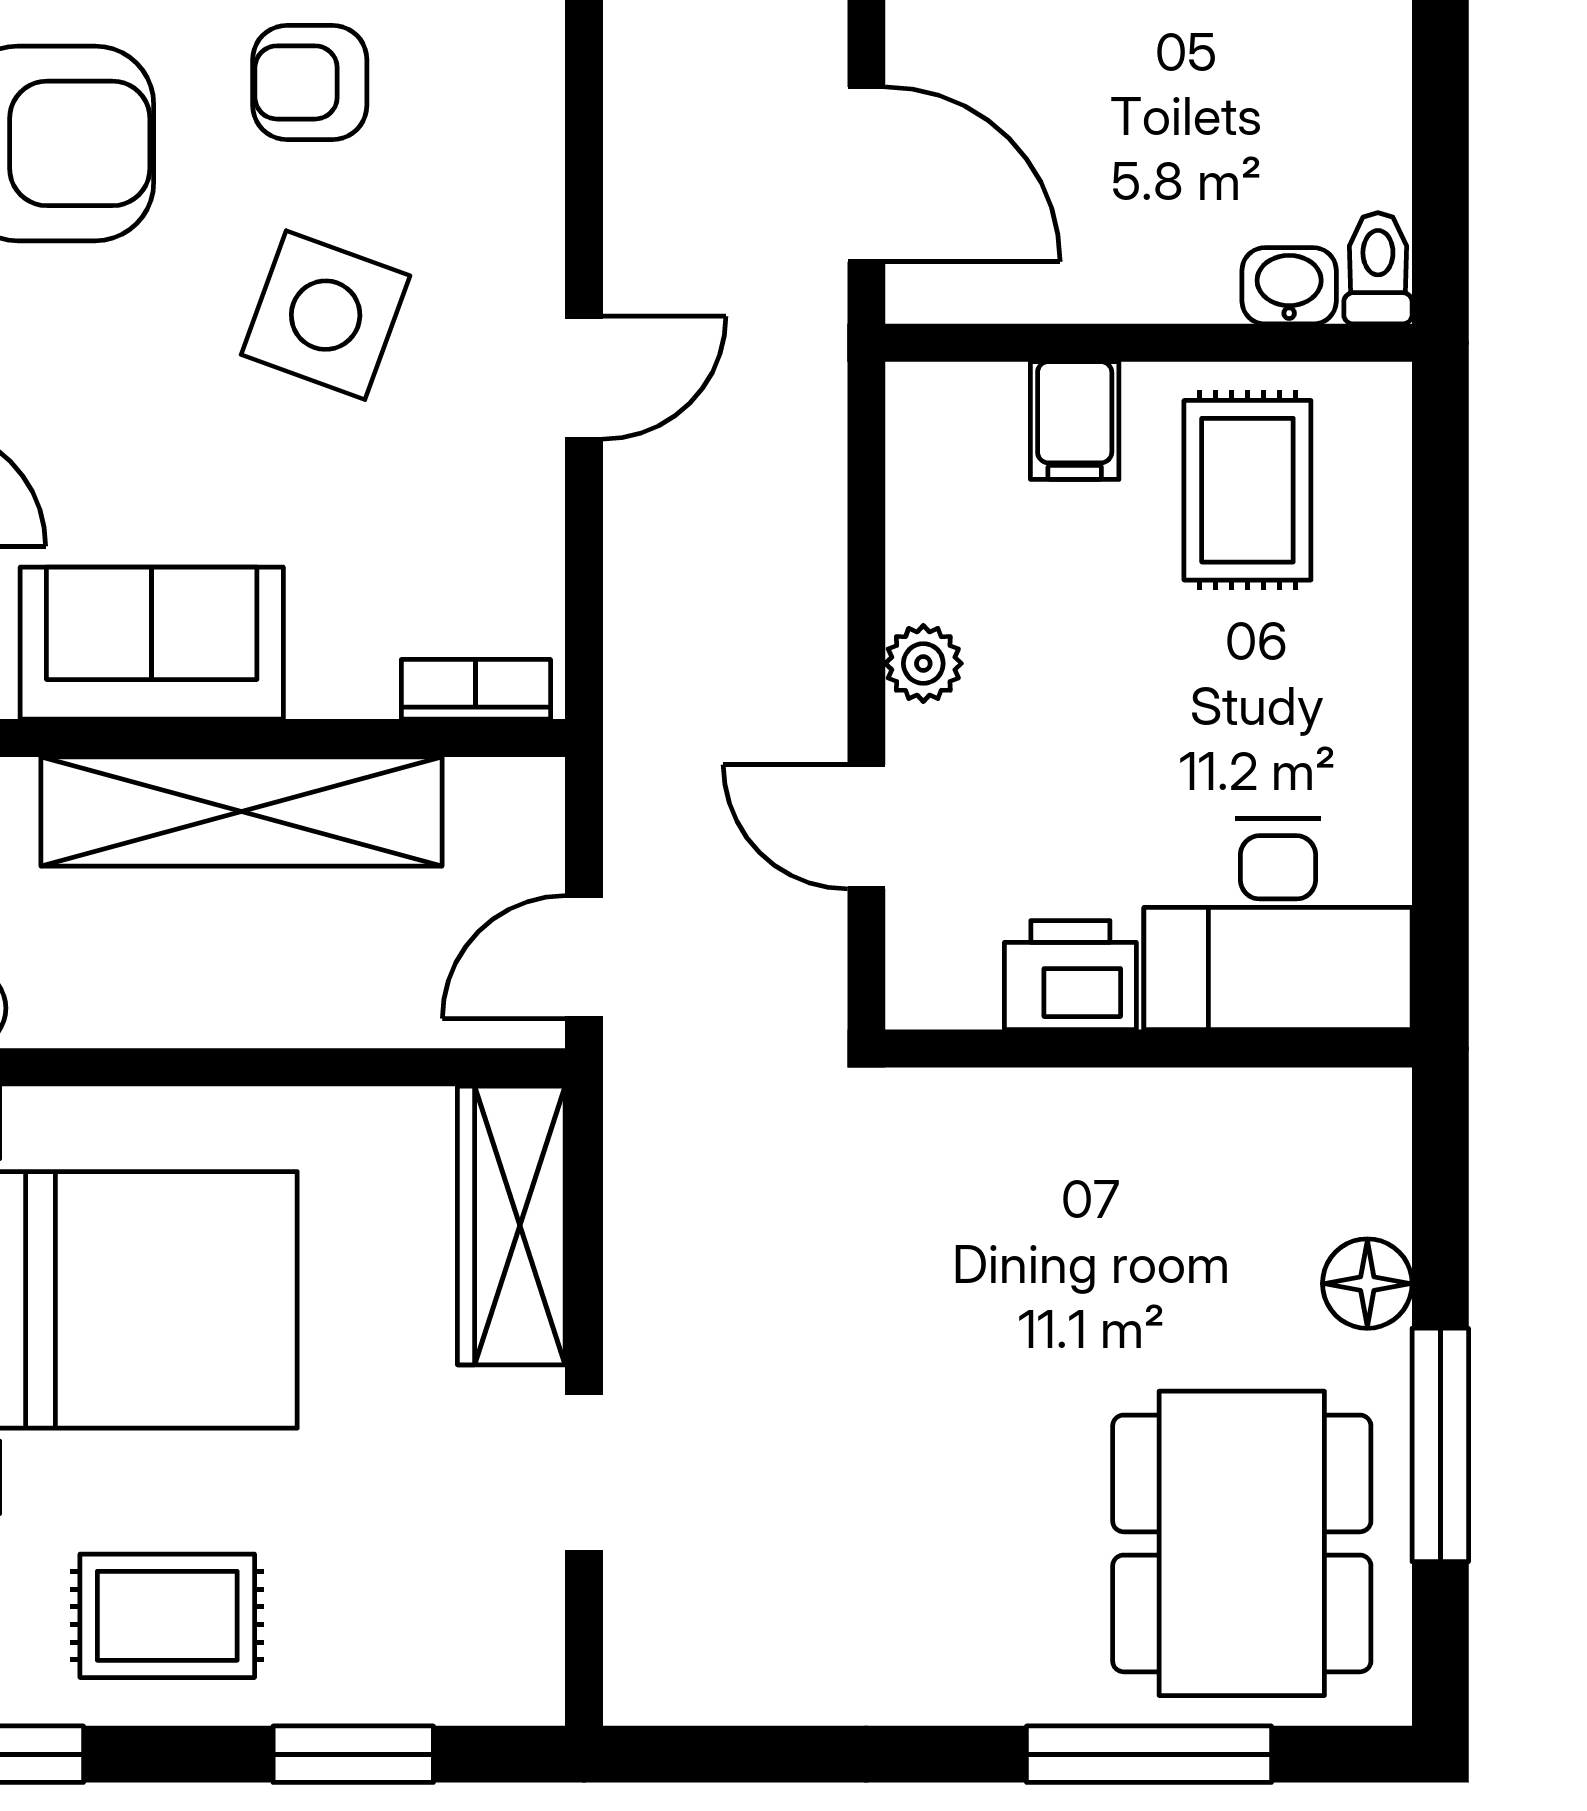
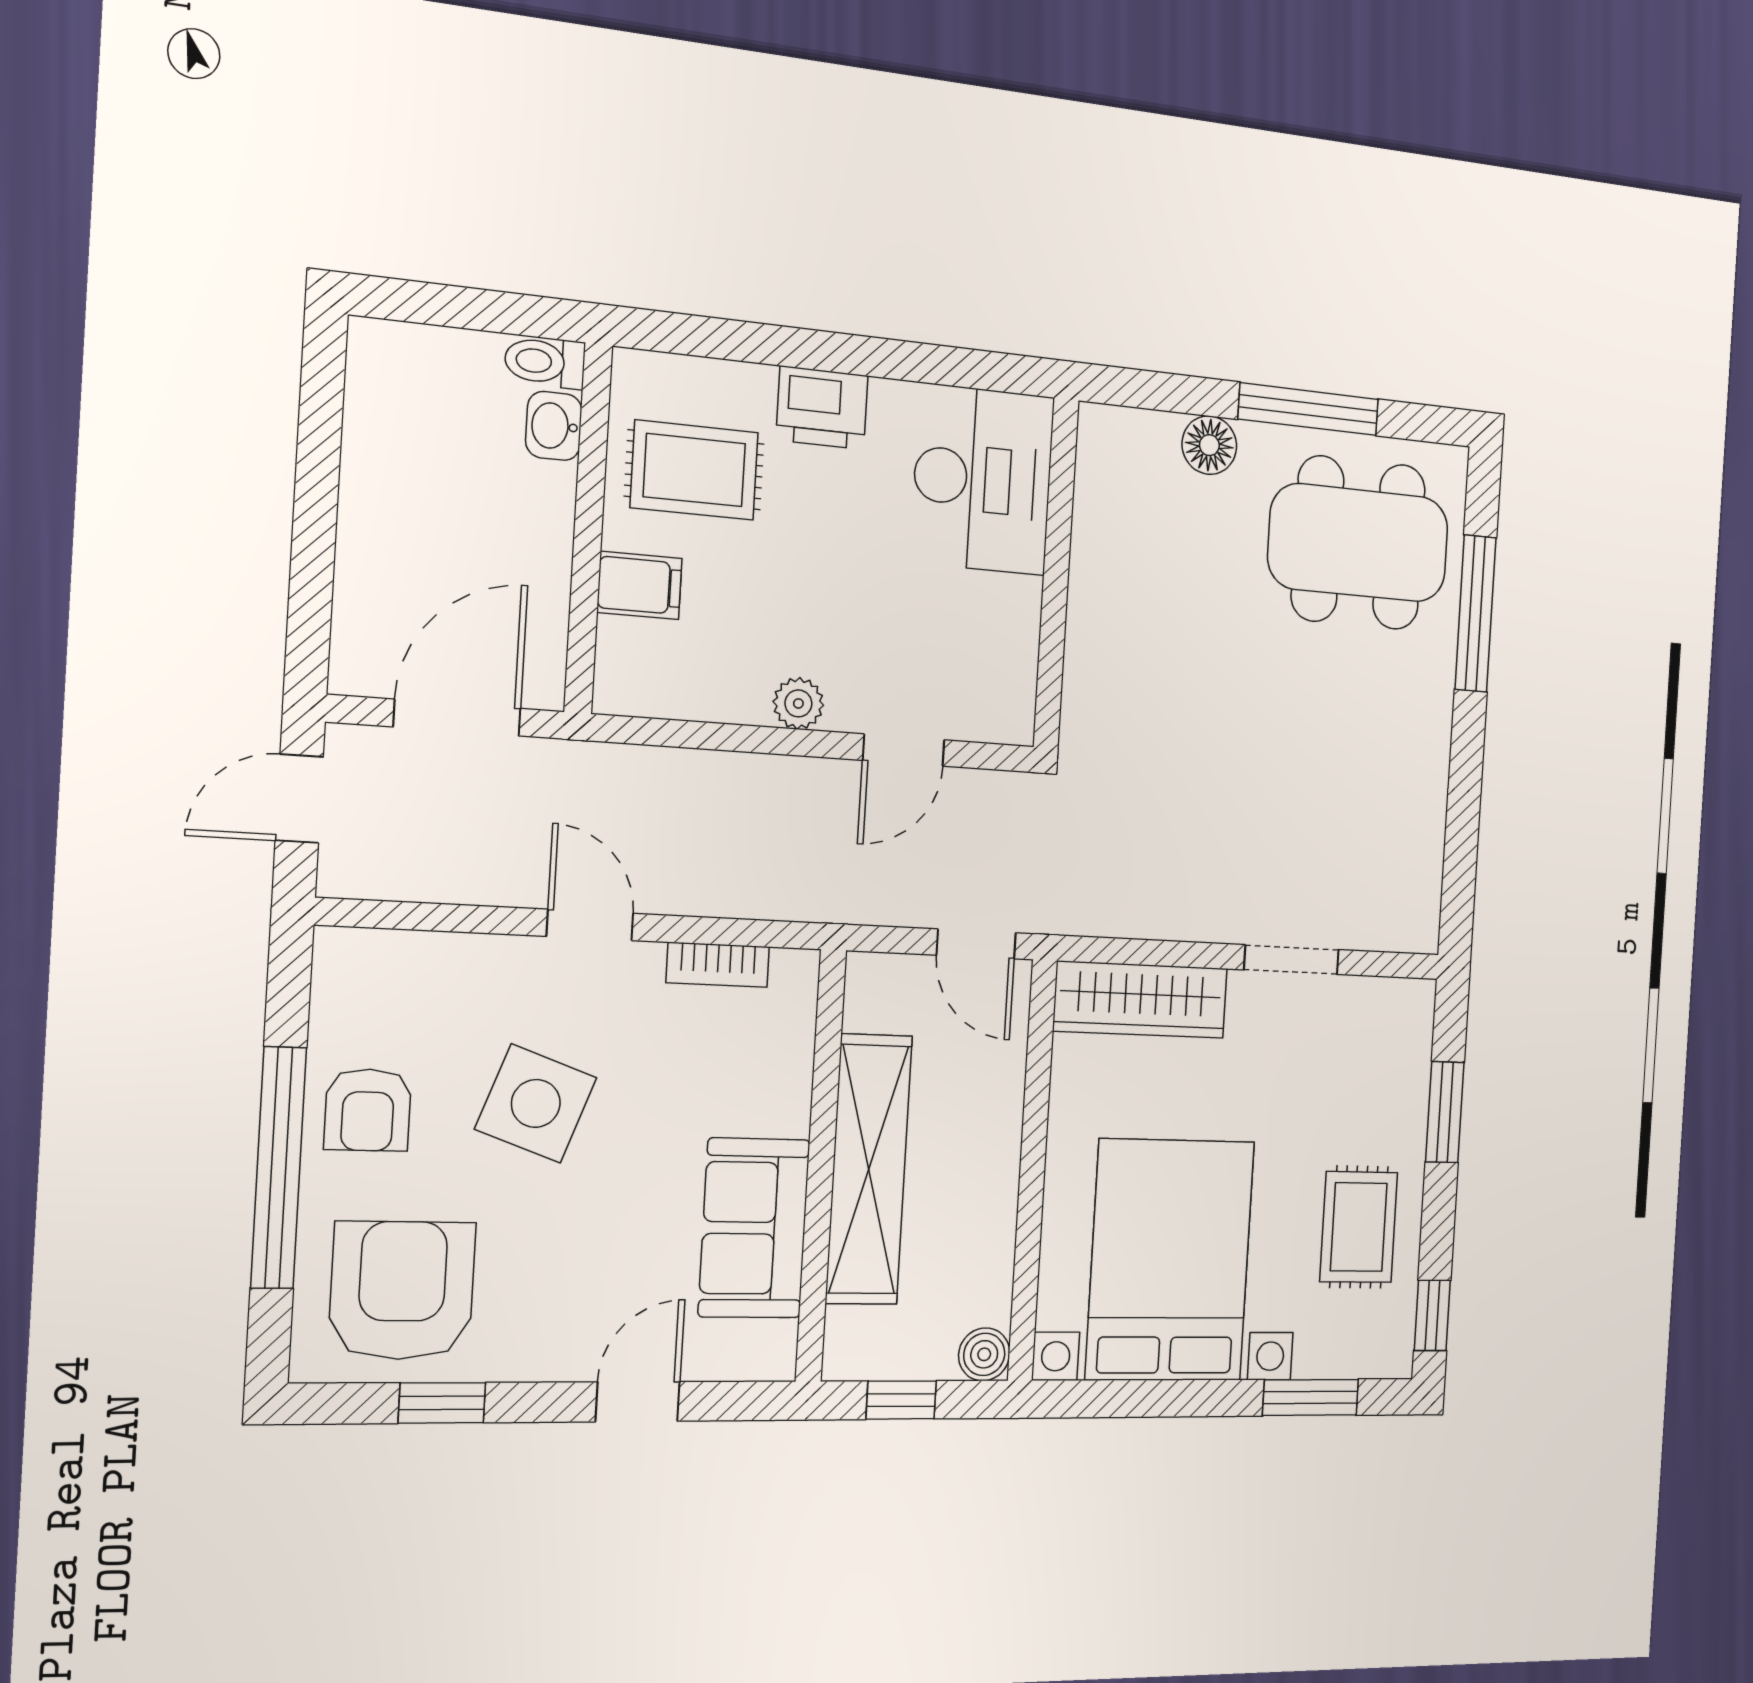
bookcase: (476, 689) -> (718, 965), moved, turned -90
printer: (1070, 975) -> (822, 408), moved, turned -90

